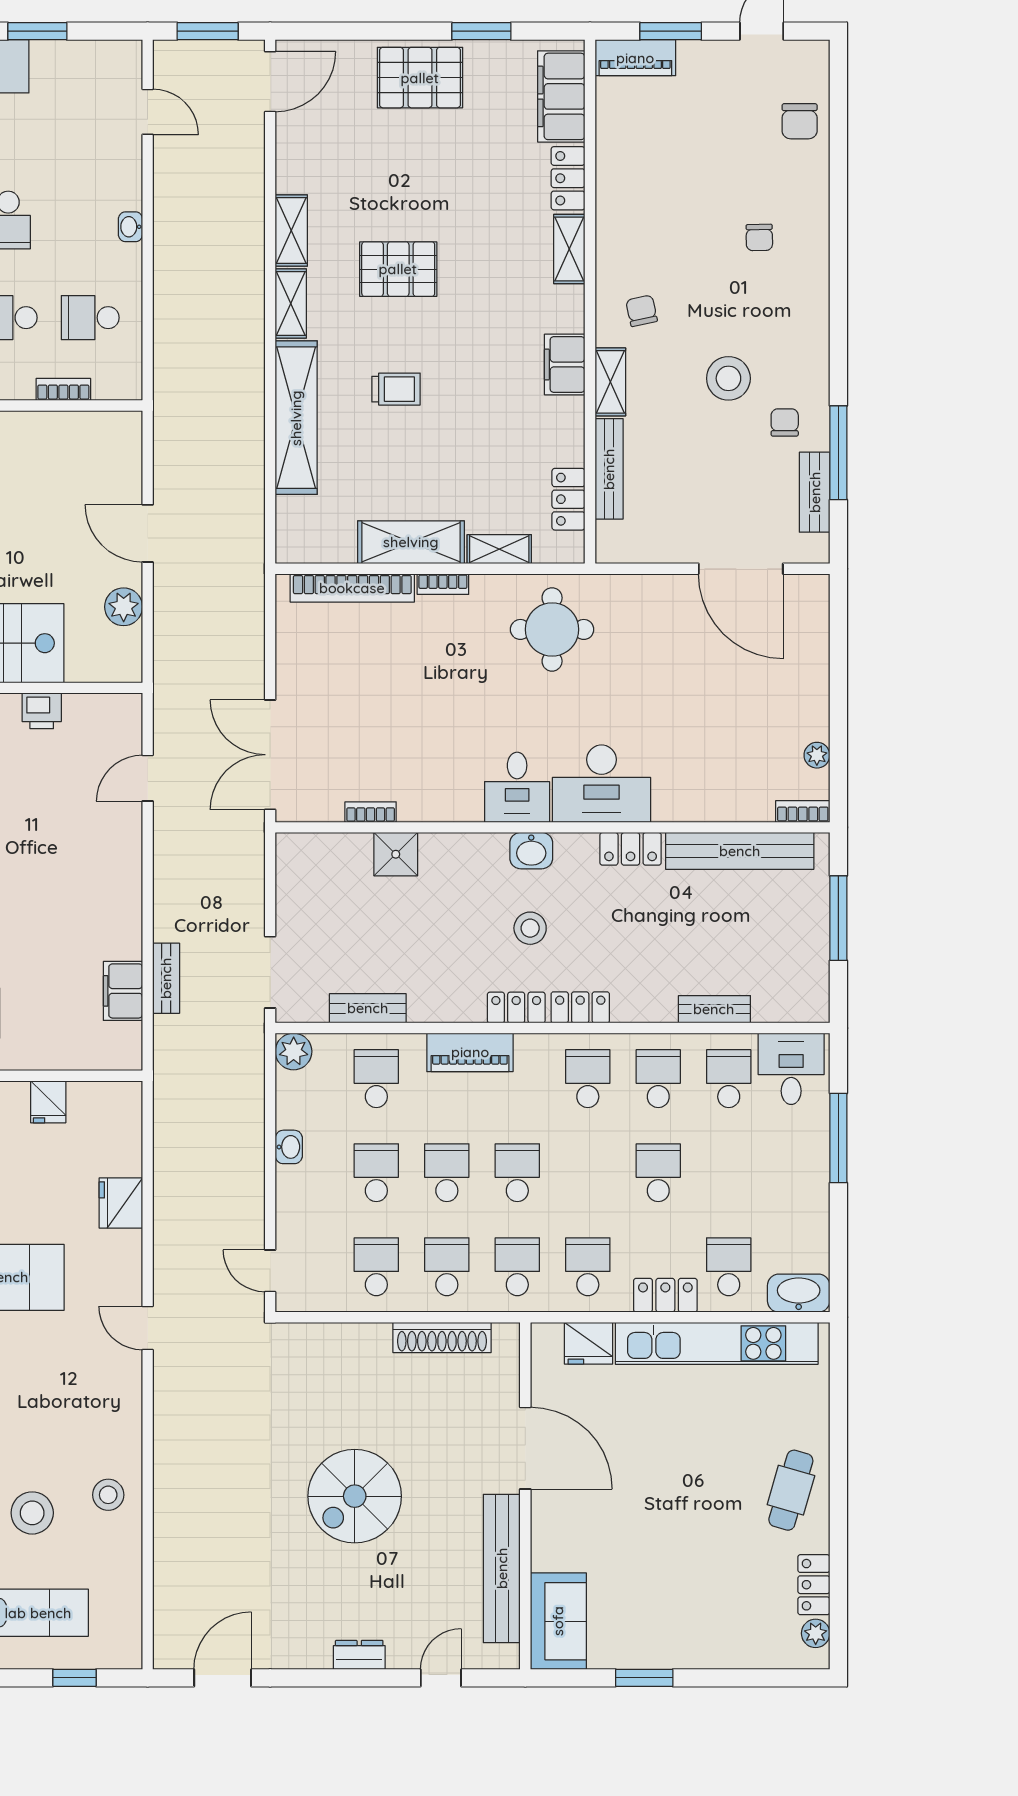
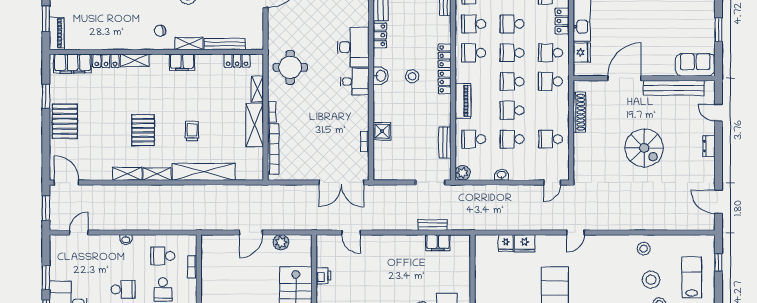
school desk: (90, 318) -> (163, 256), turned 90
fridge: (48, 1102) -> (506, 243), moved, turned 90
school desk: (447, 1267) -> (512, 53), moved

